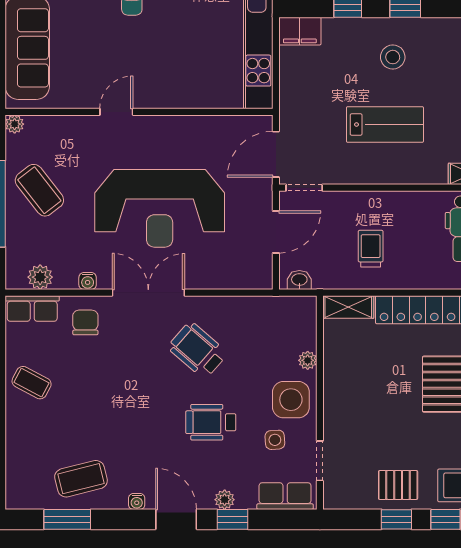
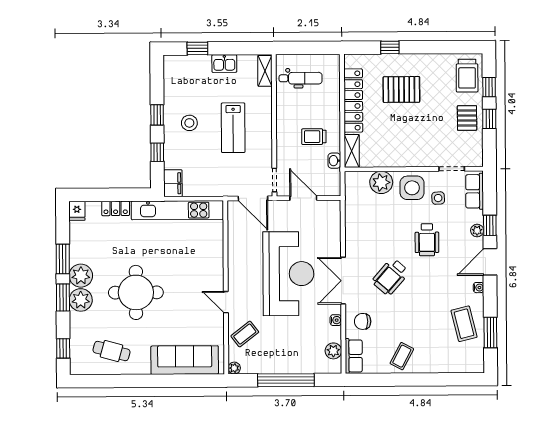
lab bench: (385, 125) -> (233, 128), turned 180
coffee table: (39, 190) -> (245, 334), moved, width x0.73, depth x0.77
washbasin: (299, 280) -> (334, 161), moved
wheelchair: (198, 350) -> (390, 277), moved
plant: (308, 360) -> (381, 182), width x1.88, depth x1.88

